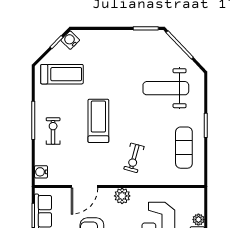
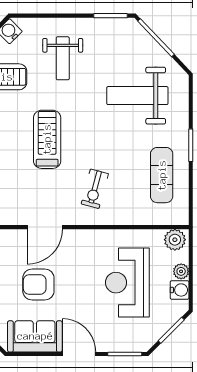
weight bench: (110, 60) -> (63, 58), added
door: (85, 186) -> (45, 227), moved
plant: (122, 196) -> (175, 240), moved

